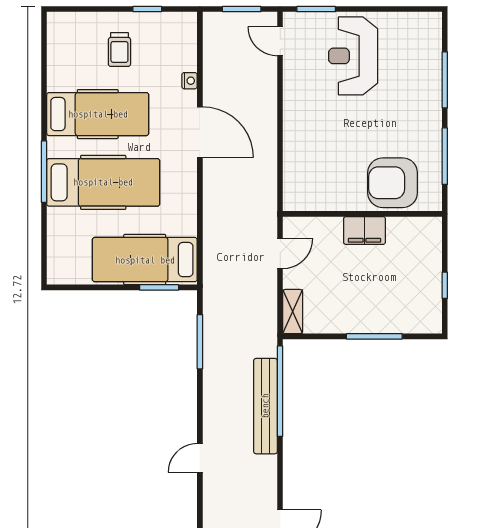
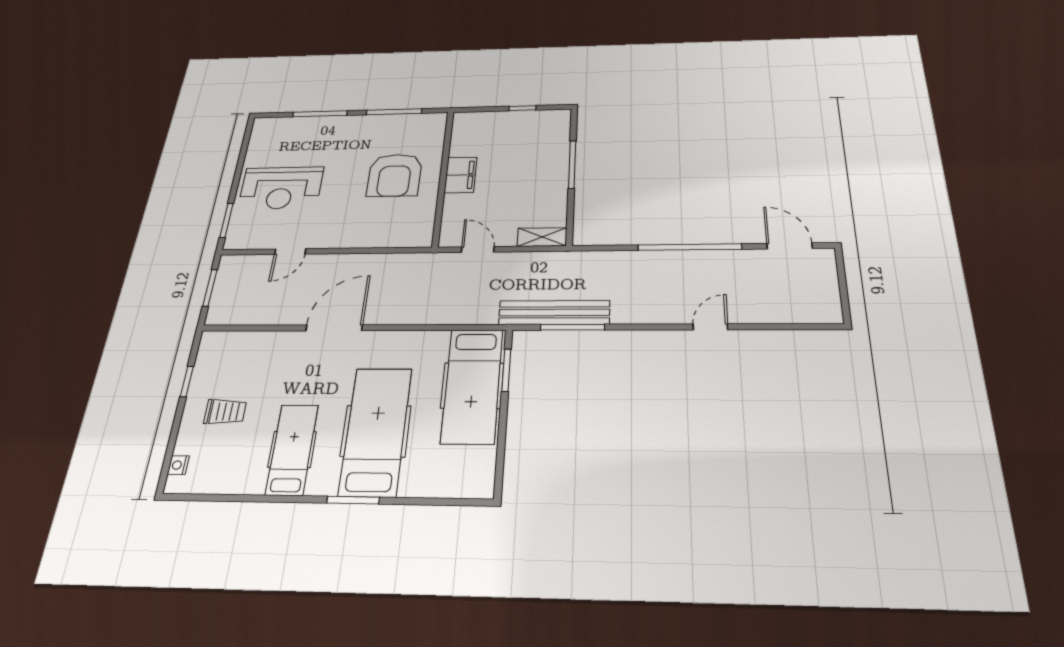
door: (280, 41) -> (290, 252), moved
nightstand: (190, 81) -> (178, 465), moved, turned -90
hospital bed: (98, 114) -> (292, 449), width x0.73, depth x0.78
window: (44, 172) -> (353, 500), width x0.69
armchair: (393, 183) -> (395, 175), moved
window: (280, 391) -> (690, 247), moved
bench: (265, 406) -> (554, 312), moved
door: (200, 458) -> (710, 327), swing flipped

